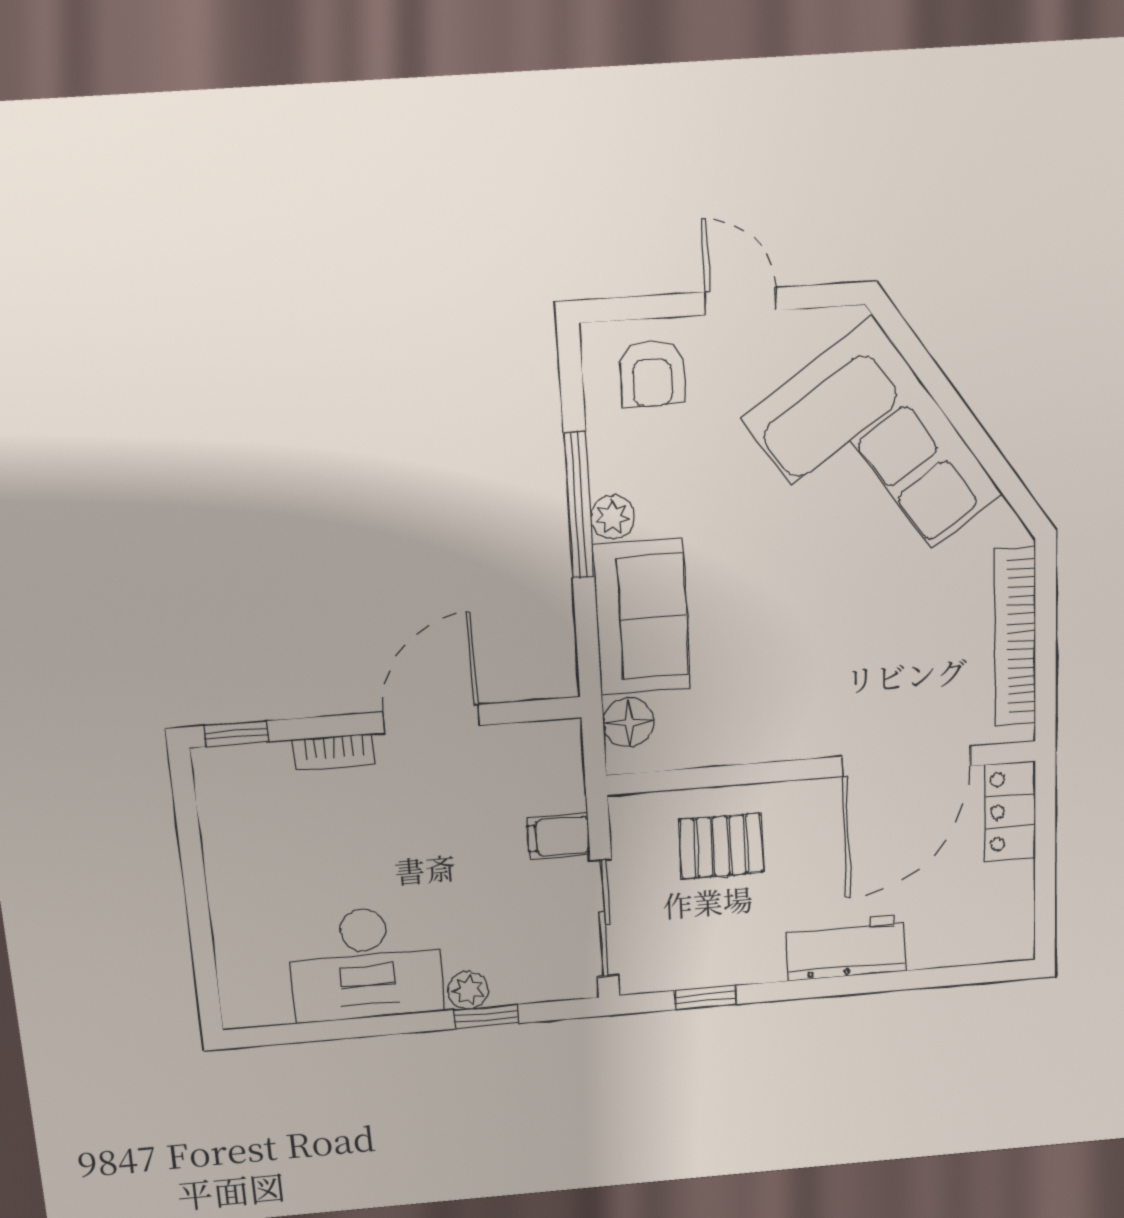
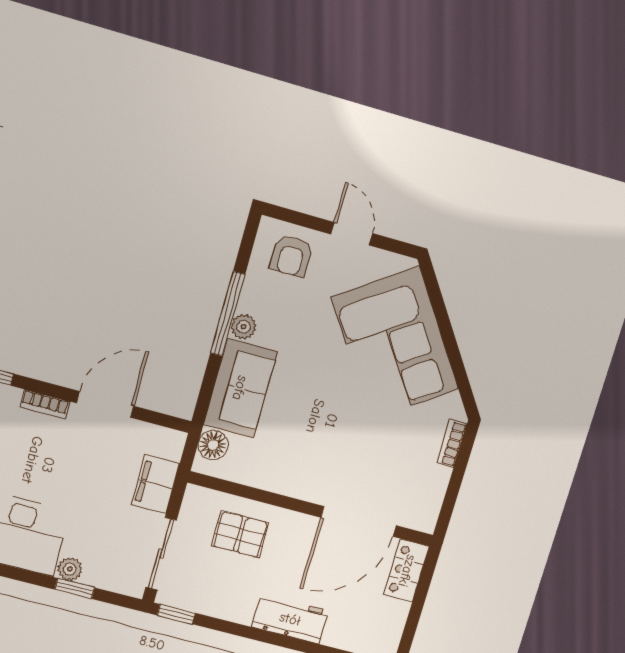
bookcase: (1015, 637) -> (452, 444), width x0.43, depth x0.76
filing cabinet: (559, 837) -> (156, 484), width x2.00
window: (706, 998) -> (176, 614), moved

